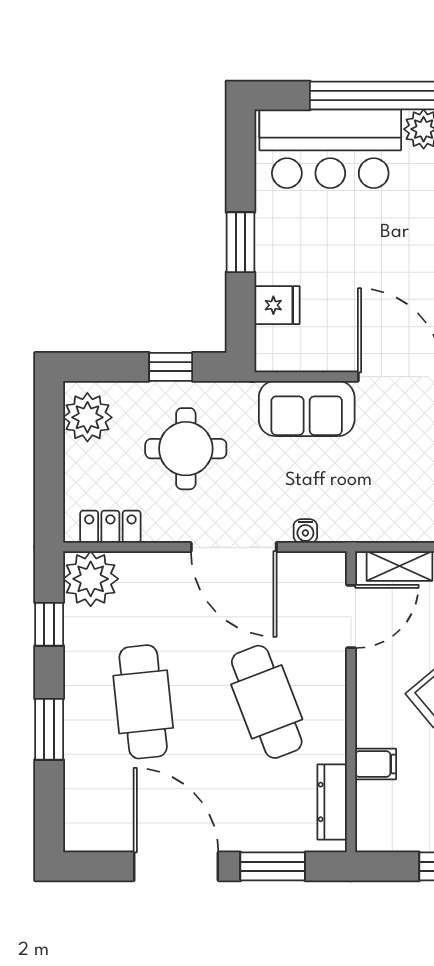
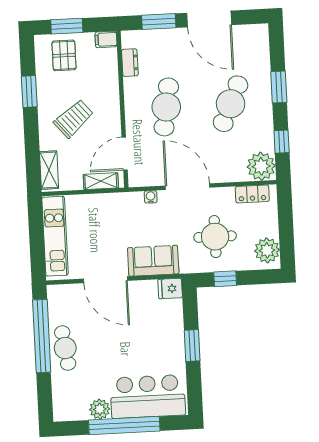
fridge: (277, 305) -> (170, 289), moved
cafe table: (143, 702) -> (231, 104), turned 30
cafe table: (267, 702) -> (166, 107), turned 30
filing cabinet: (376, 764) -> (106, 39), moved
dresser: (332, 802) -> (130, 63), width x0.70

